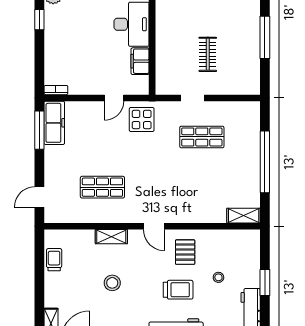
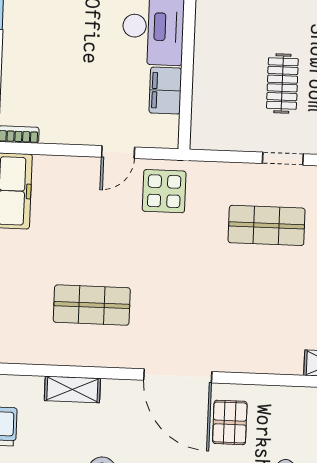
doorway: (192, 98) -> (283, 159), moved
door: (154, 226) -> (178, 376), width x1.87
shelving: (111, 237) -> (72, 389), moved

